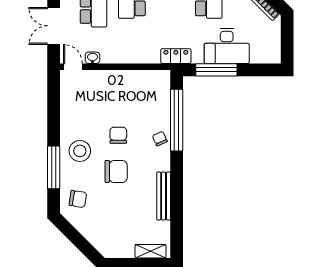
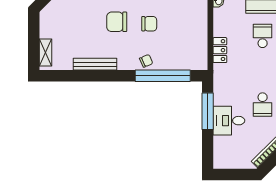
desk: (227, 46) -> (229, 121), width x0.73
locker: (176, 56) -> (220, 50), moved
chair: (116, 171) -> (117, 22), turned 90

